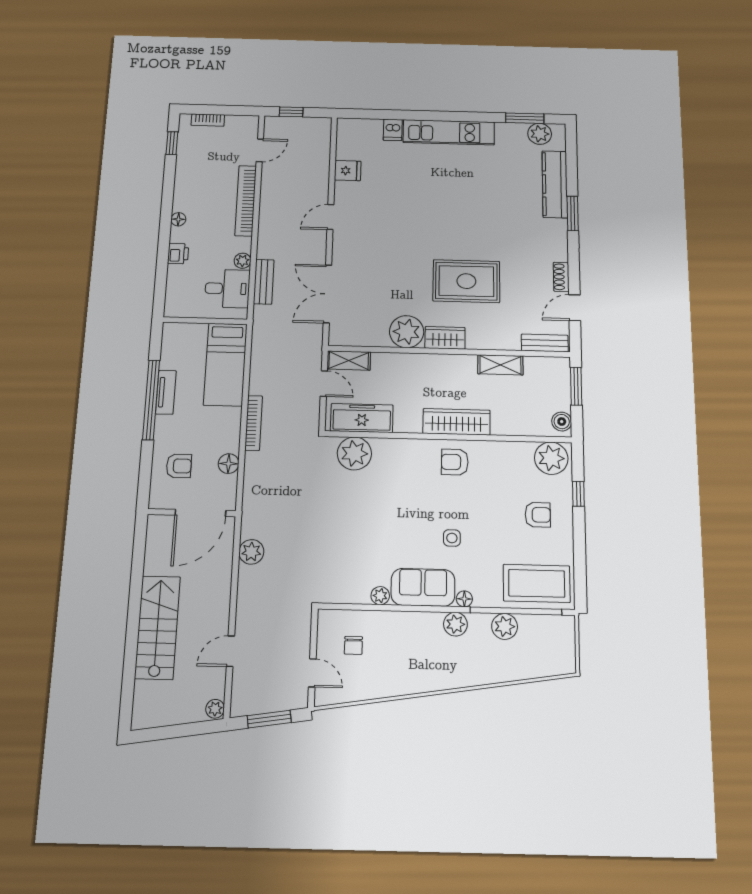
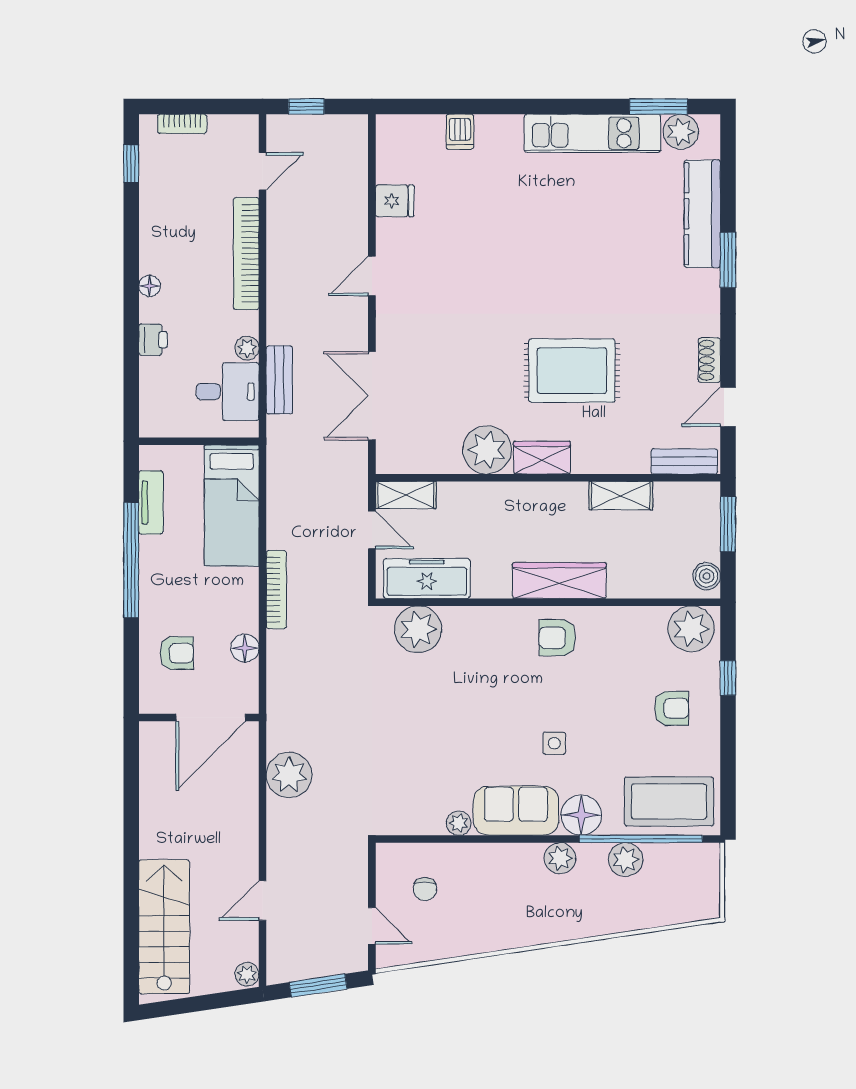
kitchen unit: (449, 132) -> (593, 133), moved
tv unit: (166, 392) -> (151, 502), moved
plant: (251, 552) -> (289, 775), width x1.36, depth x1.36
floor lamp: (464, 599) -> (581, 815), width x1.89, depth x1.89
stairs: (158, 627) -> (164, 927), moved

